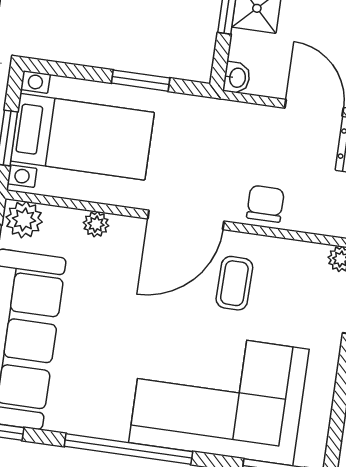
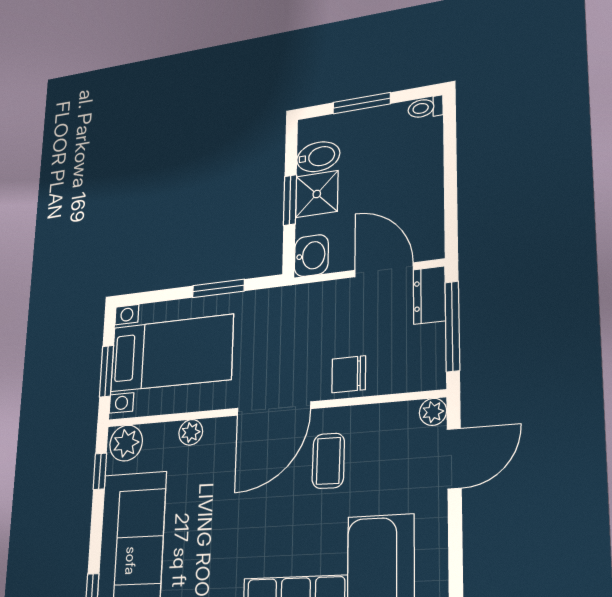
washbasin: (237, 78) -> (311, 256), width x1.38, depth x1.45
chair: (265, 204) -> (349, 374), turned -90

